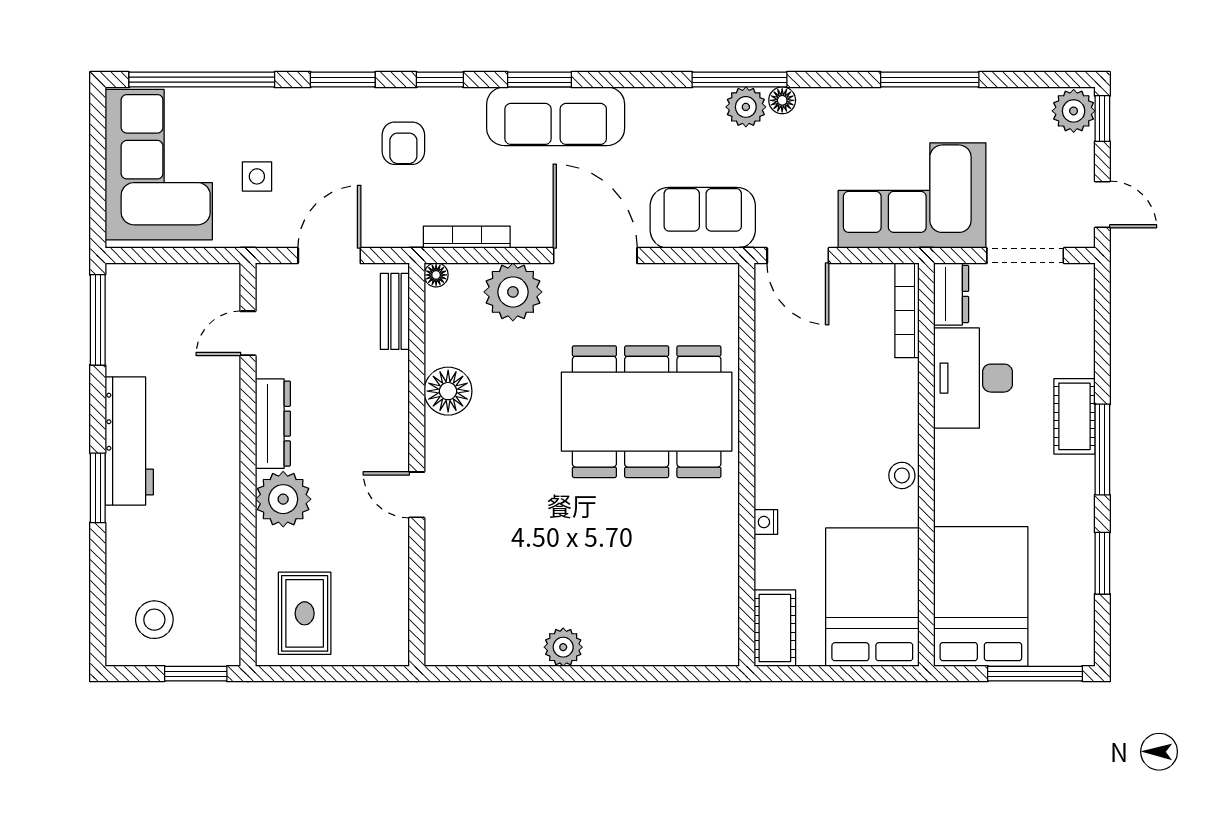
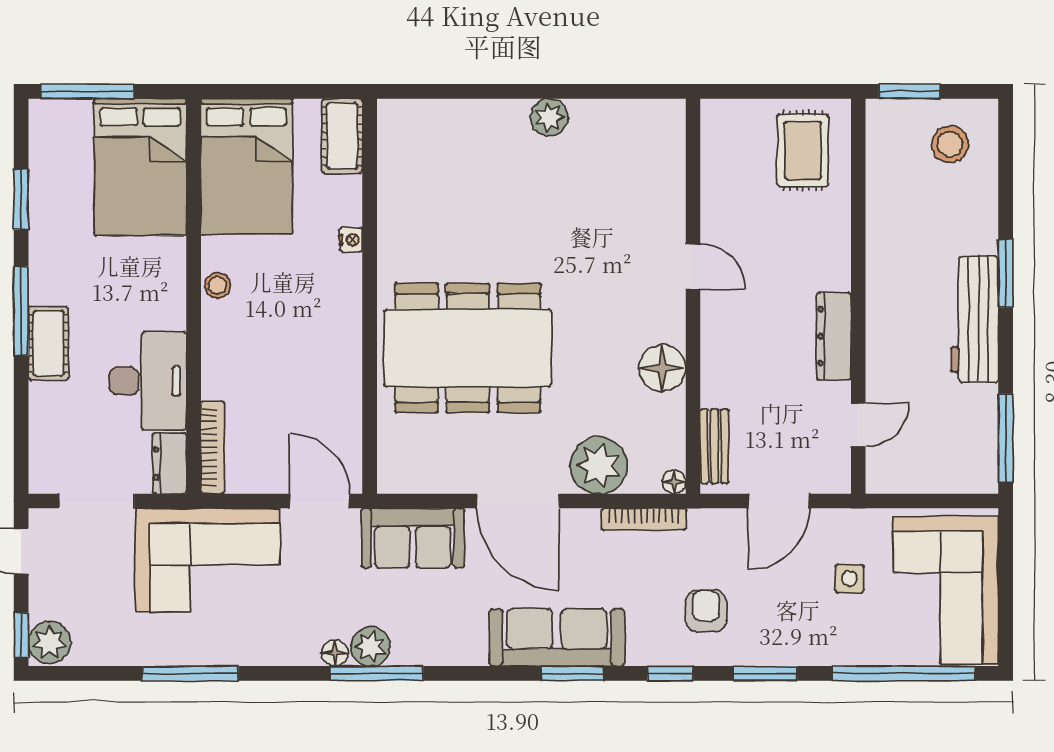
plant: (283, 499) -> (824, 262), removed

